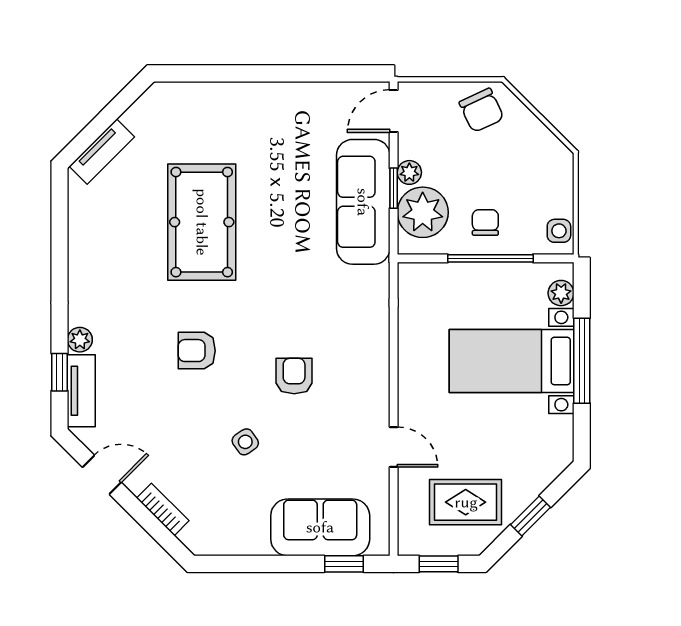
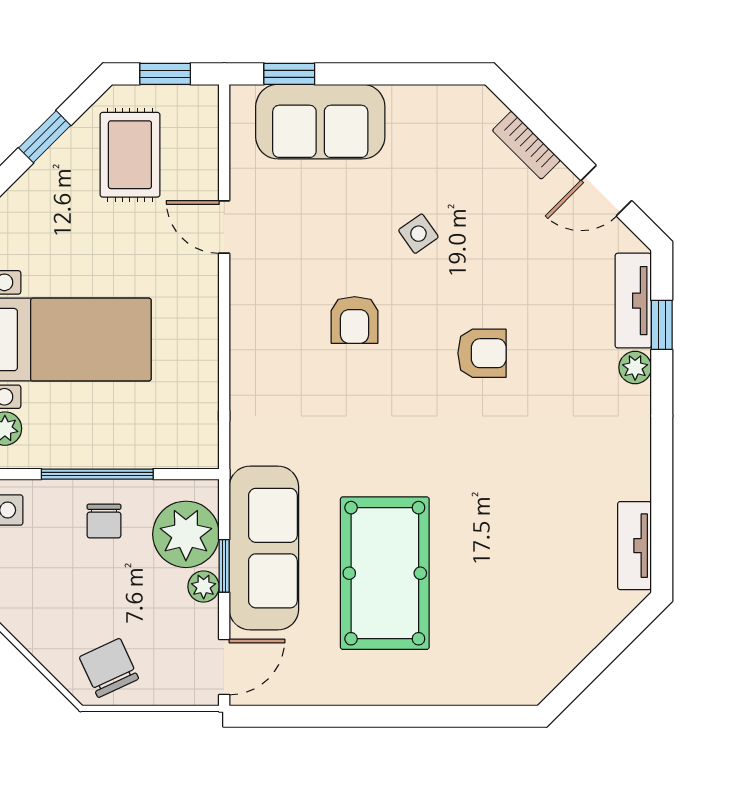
tv unit: (102, 152) -> (635, 546), moved, turned -45
pool table: (202, 222) -> (385, 573), moved
rug: (466, 502) -> (130, 155), turned 90

